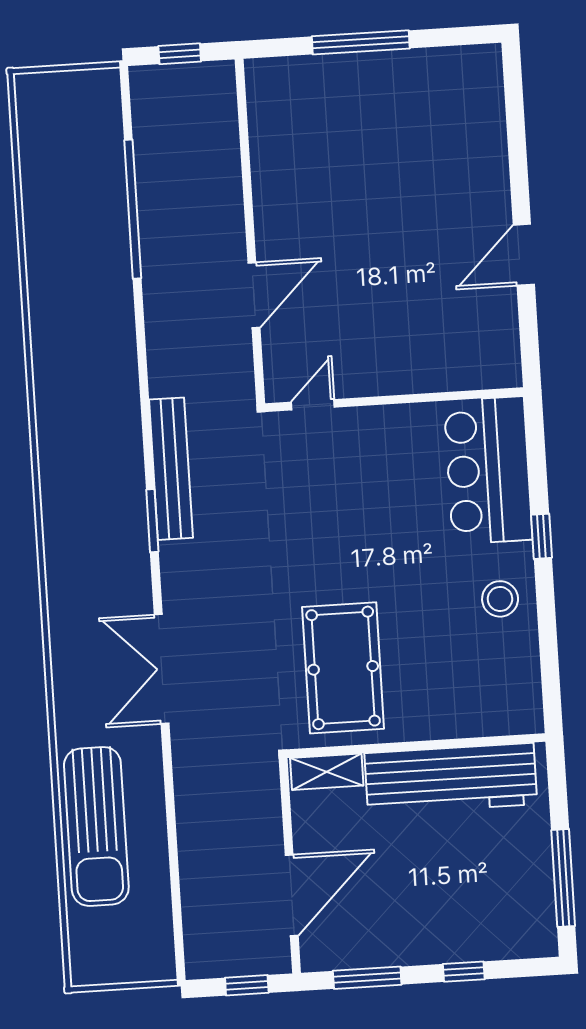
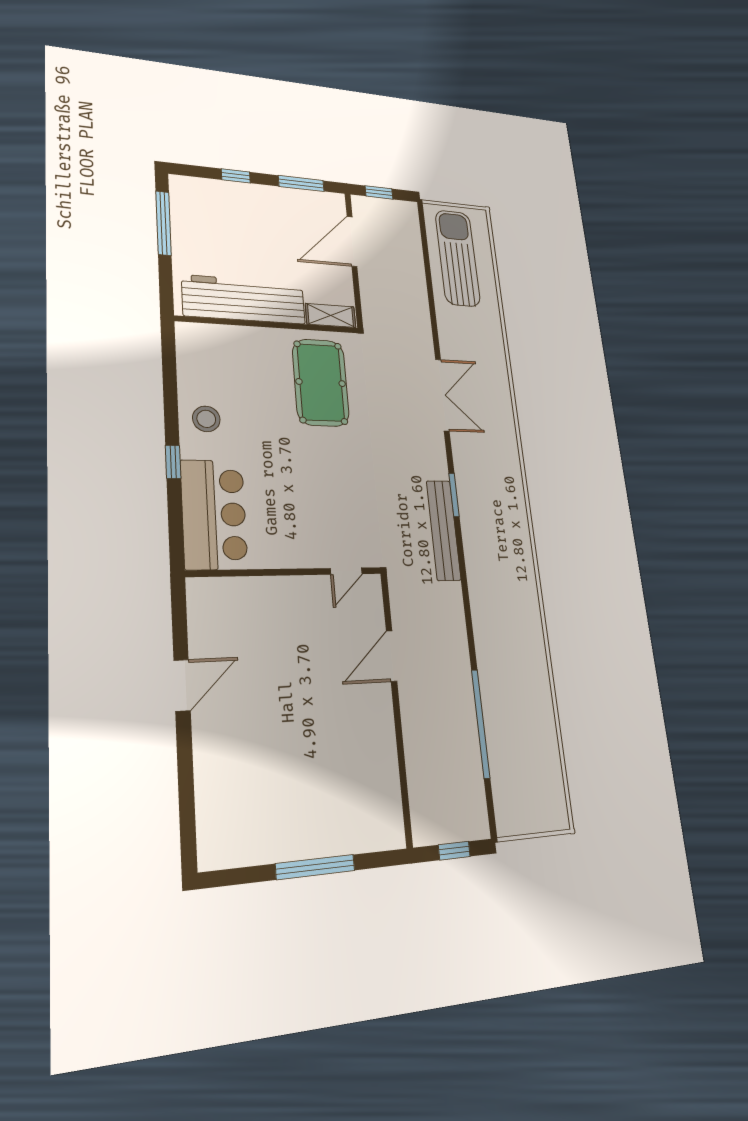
sun lounger: (96, 826) -> (458, 258), moved

